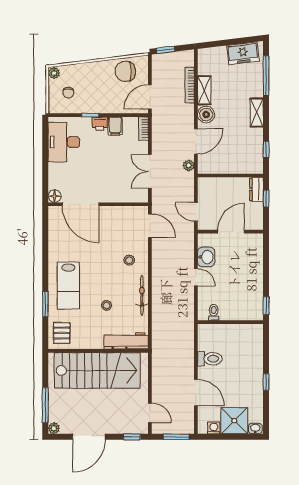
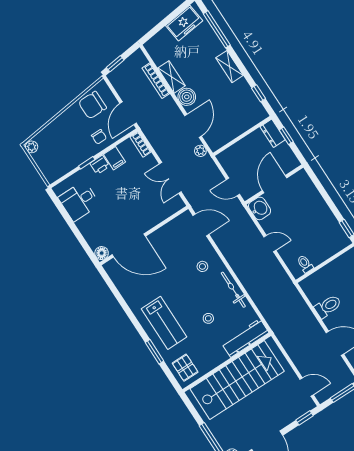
chair: (68, 93) -> (99, 137), moved
desk: (64, 142) -> (79, 201), width x0.73
washbasin: (206, 257) -> (260, 208), moved

